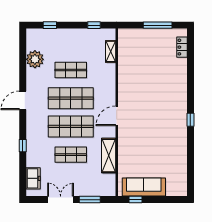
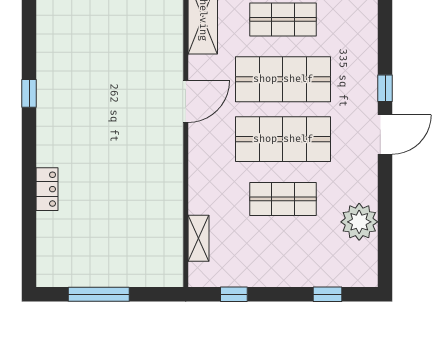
locker: (182, 47) -> (47, 189), moved
window: (23, 146) -> (385, 88), moved

